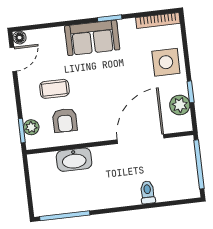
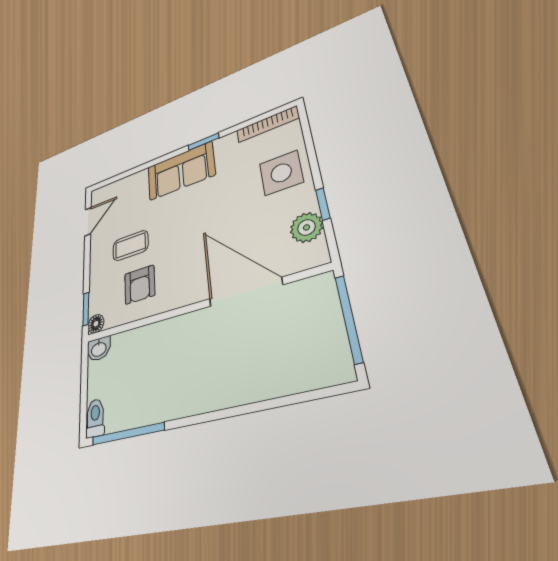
floor lamp: (20, 38) -> (96, 324), moved
plant: (31, 127) -> (98, 302), removed
door: (141, 139) -> (245, 292), hinge flipped
washbasin: (74, 160) -> (99, 349), moved, width x0.52, depth x0.69
toilet: (148, 192) -> (95, 418), moved

